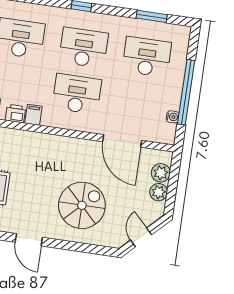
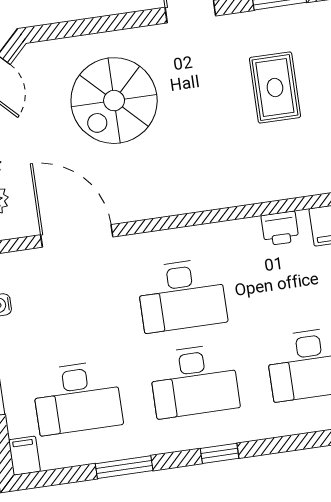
window: (152, 16) -> (124, 467), moved
filing cabinet: (33, 115) -> (24, 456), moved, turned 180

